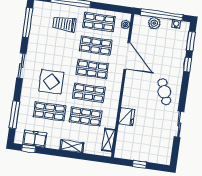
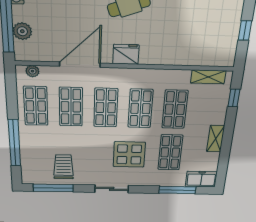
trolley: (64, 24) -> (63, 167), moved, turned 180
fridge: (127, 117) -> (126, 54), moved
freezer: (35, 139) -> (201, 179), moved, turned 90
shelving: (72, 146) -> (216, 139), moved
window: (29, 149) -> (234, 98), moved

